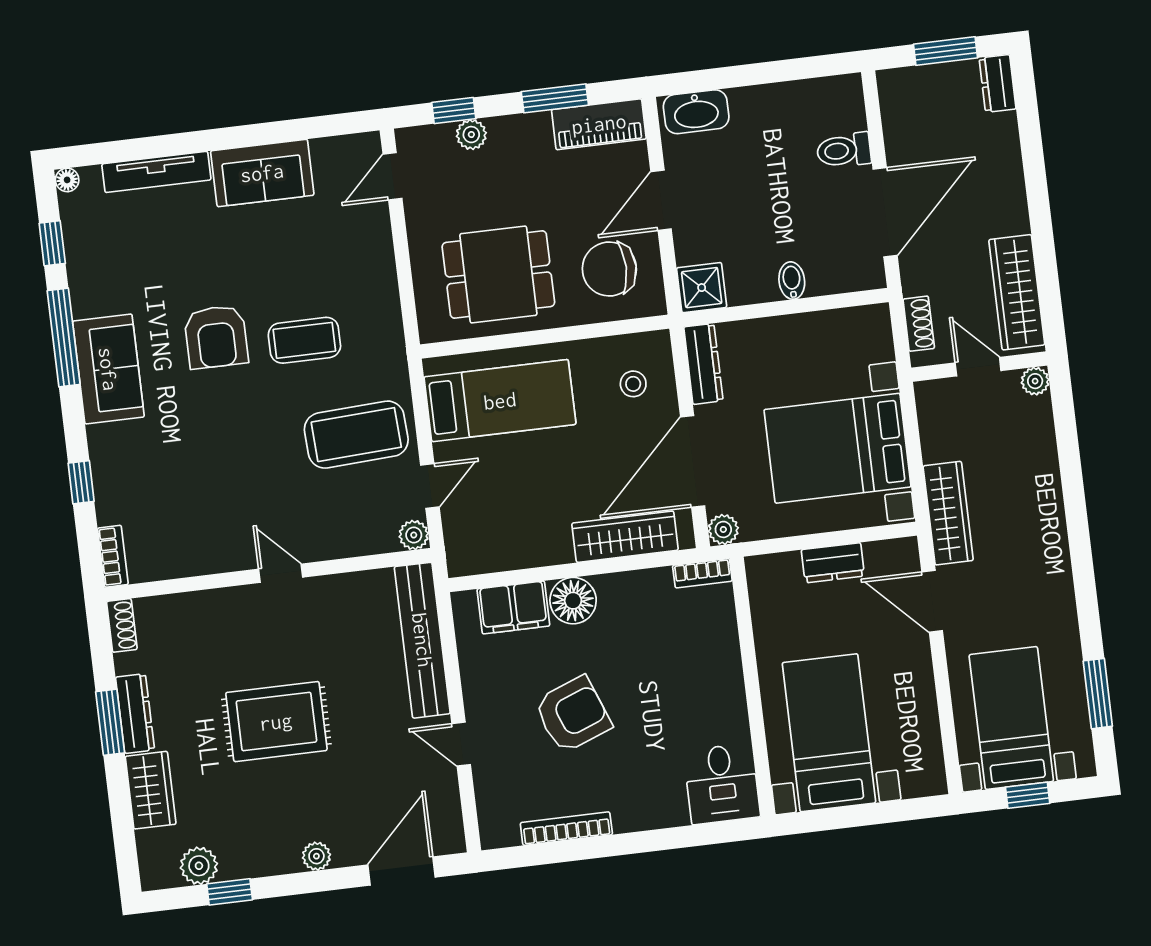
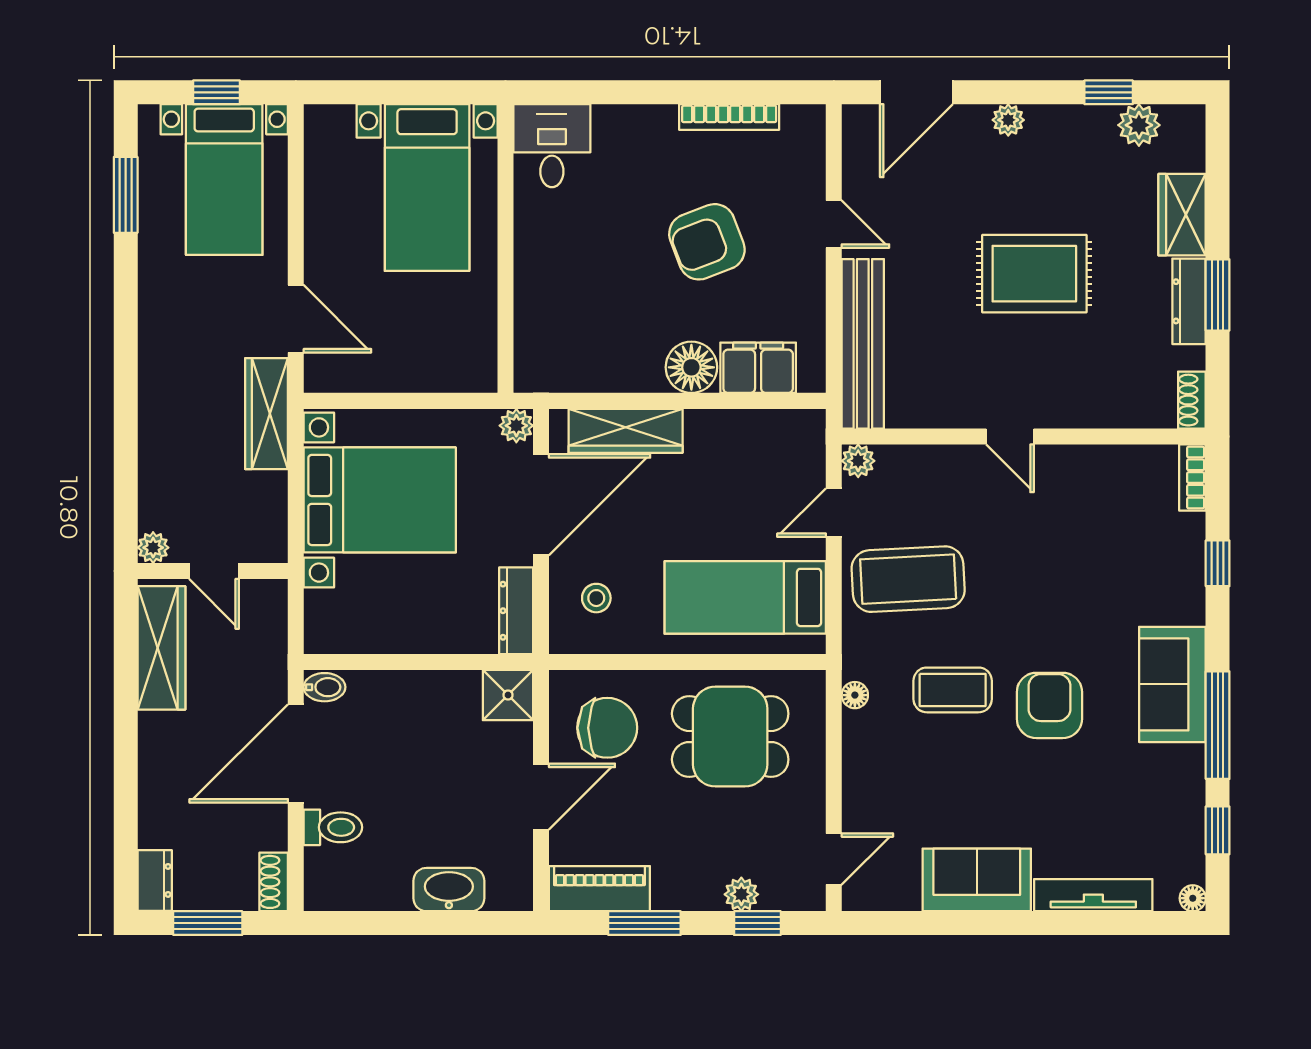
washbasin: (696, 112) -> (449, 890), moved
bidet: (792, 281) -> (325, 687), moved, turned -90
shoe rack: (919, 324) -> (274, 882), moved
floor lamp: (391, 325) -> (855, 695), added
dresser: (833, 563) -> (400, 374), removed
bookcase: (702, 573) -> (545, 380), removed

